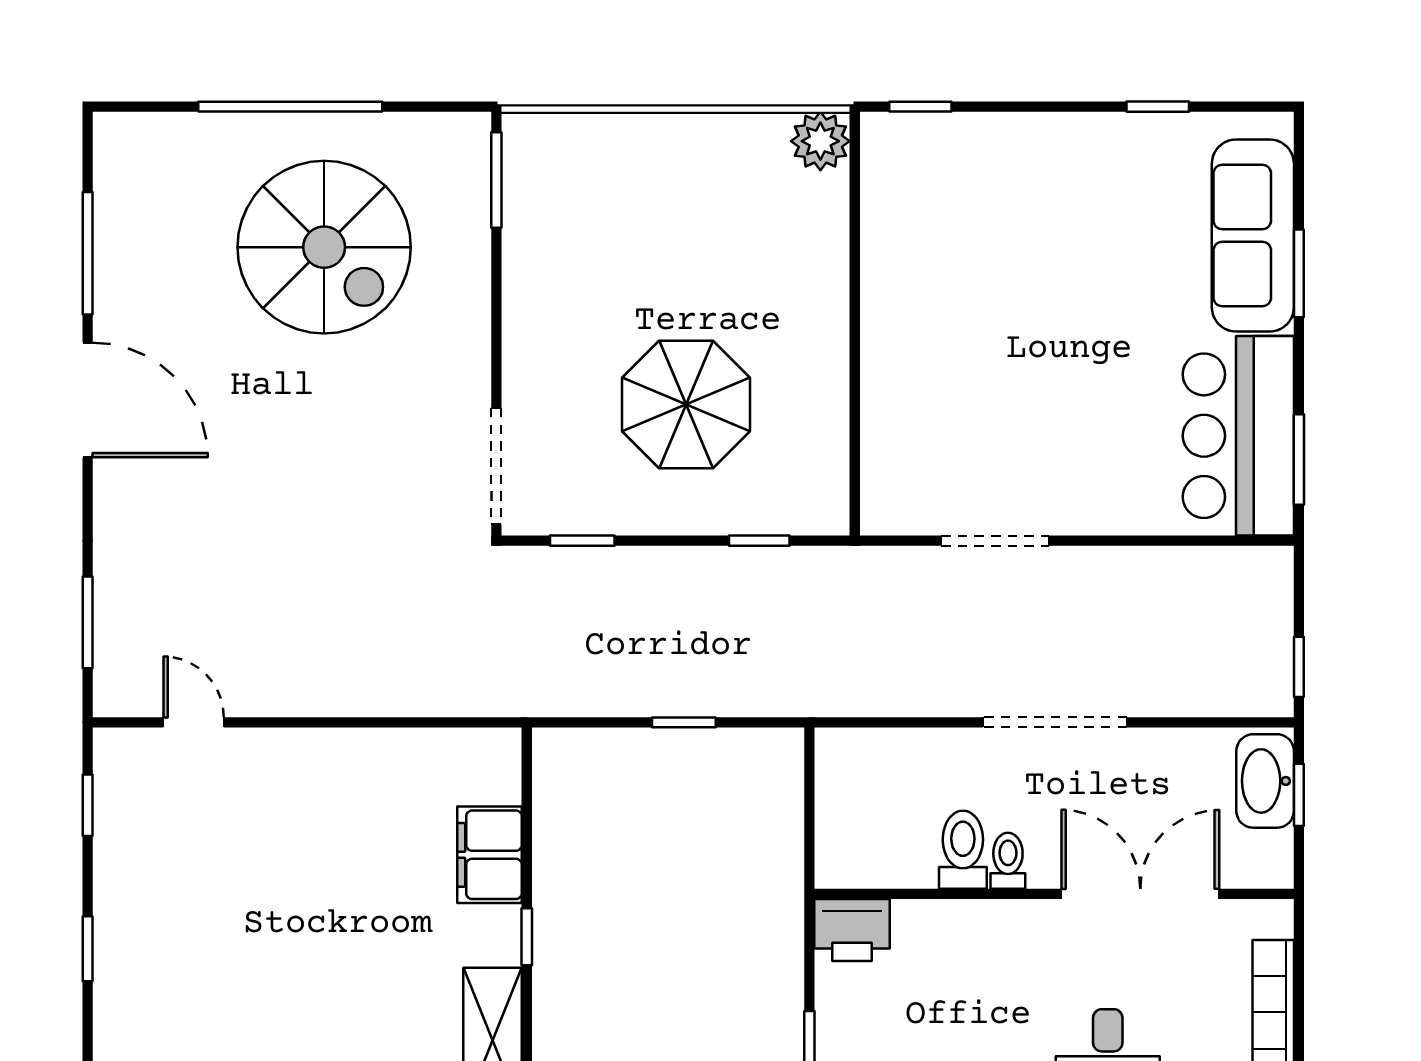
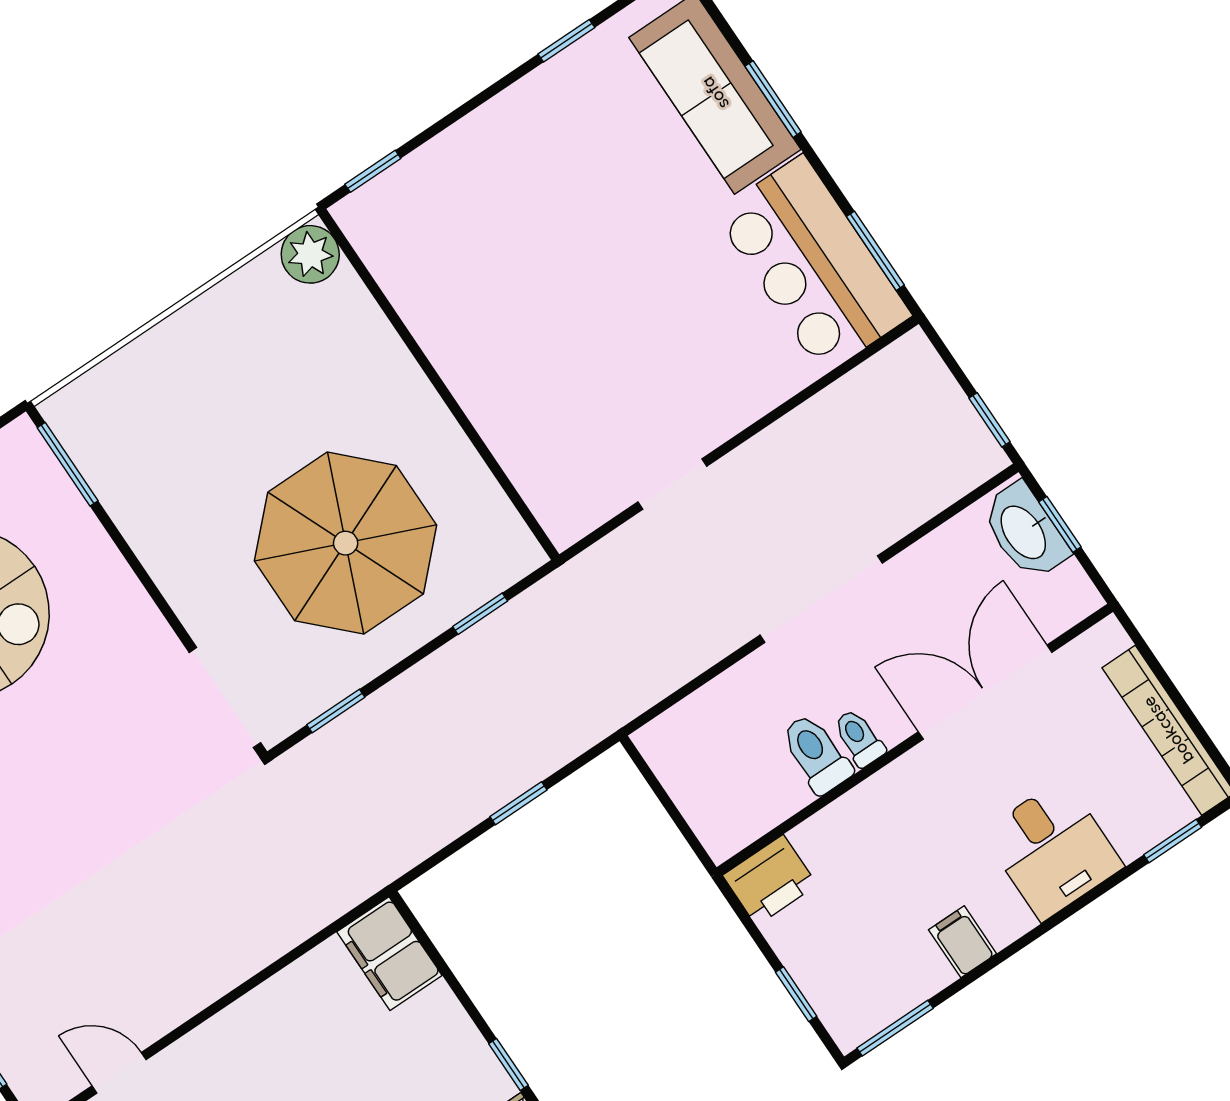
parasol: (686, 405) -> (346, 543), width x1.36, depth x1.36
doorway: (995, 541) -> (672, 484), width x0.73
filing cabinet: (489, 855) -> (389, 954), moved

